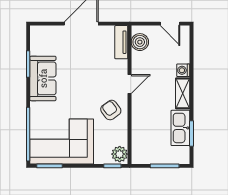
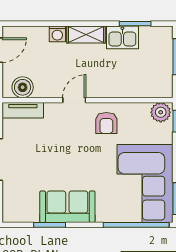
door: (129, 84) -> (74, 100), hinge flipped
armchair: (111, 110) -> (106, 123), turned -54
kitchen sink: (180, 128) -> (122, 37), width x0.73

